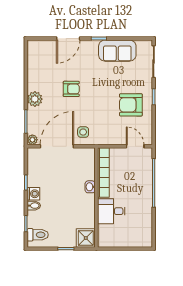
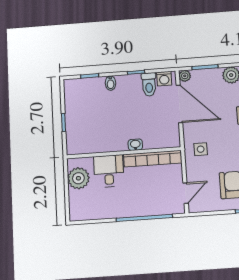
side table: (83, 132) -> (201, 149), moved
washing machine: (33, 194) -> (164, 79), moved
toilet: (38, 235) -> (149, 84), moved
shower: (86, 238) -> (77, 144), removed
plant: (116, 238) -> (78, 178), added

